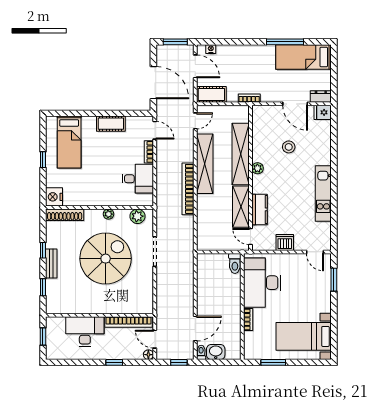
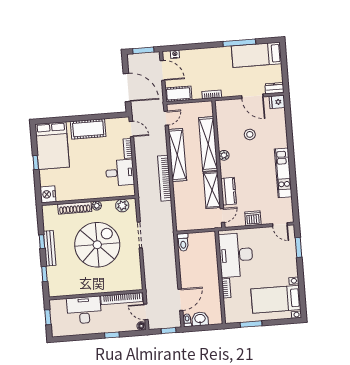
cot: (111, 124) -> (88, 129), width x1.37, depth x1.34
bed: (69, 142) -> (52, 146), width x1.50
shoe rack: (65, 215) -> (75, 208), moved
door: (250, 237) -> (222, 216), swing flipped
toilet: (235, 263) -> (183, 242), moved
bench: (51, 264) -> (50, 248), width x1.36

